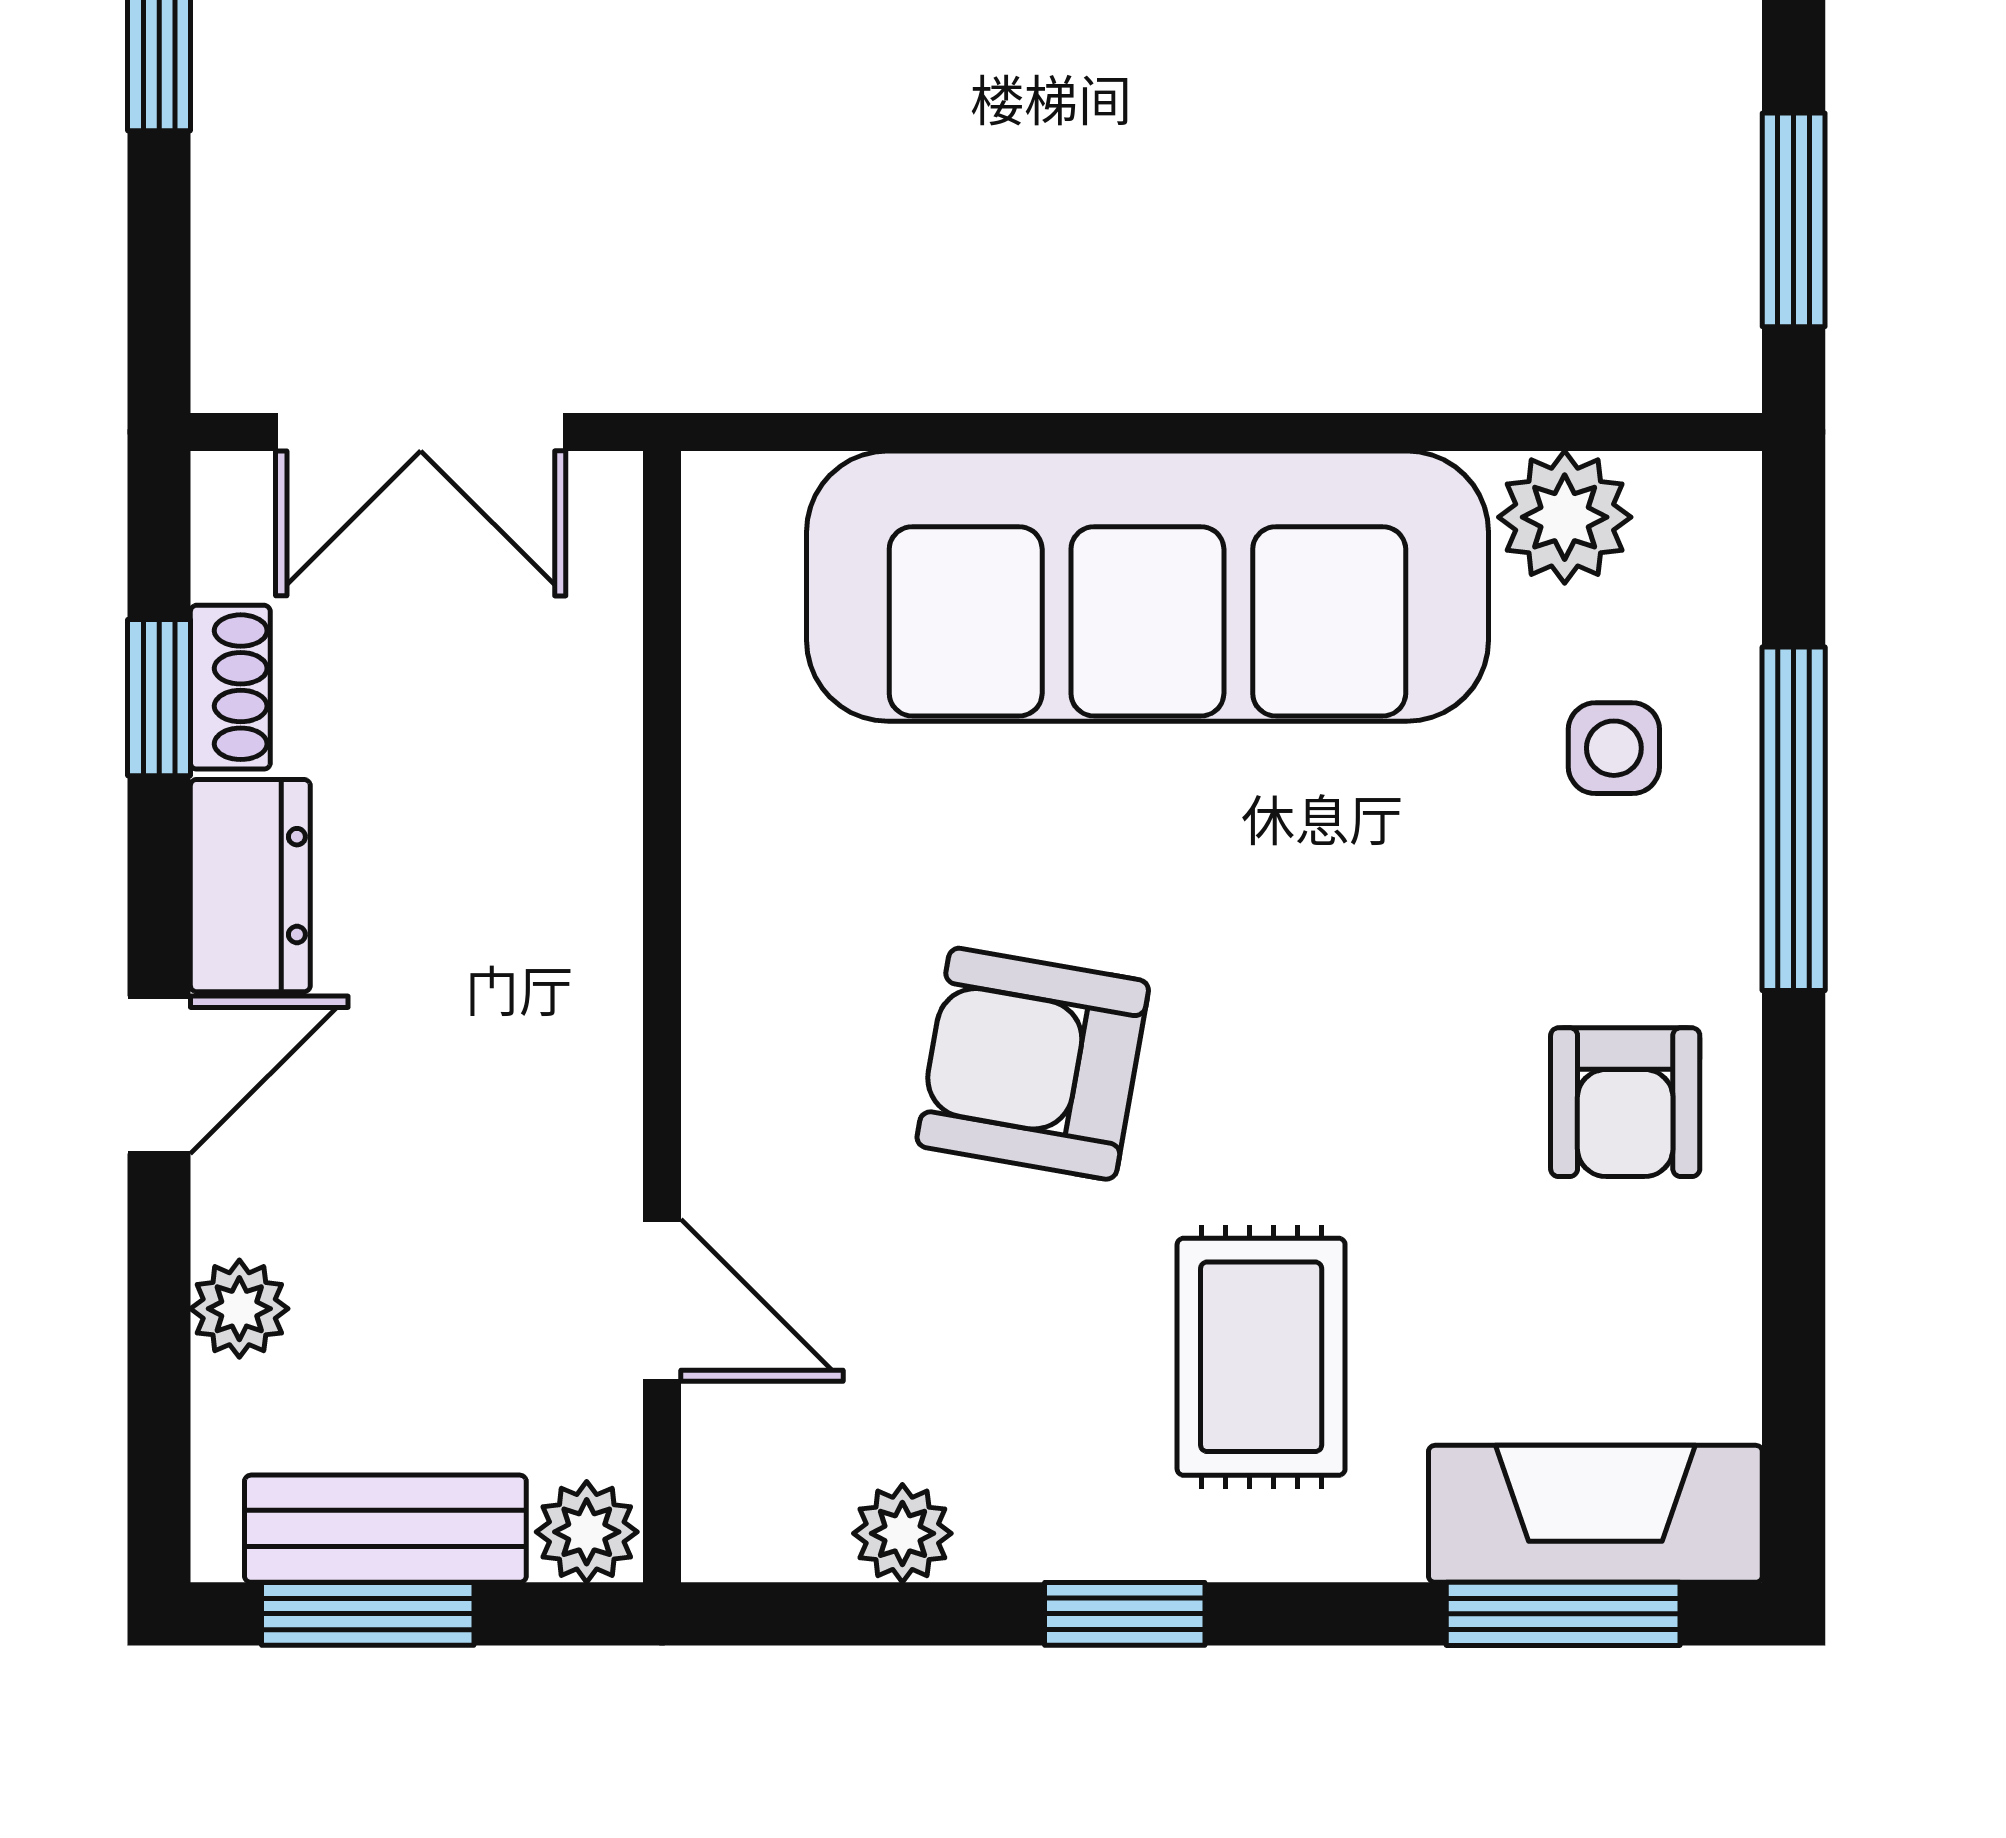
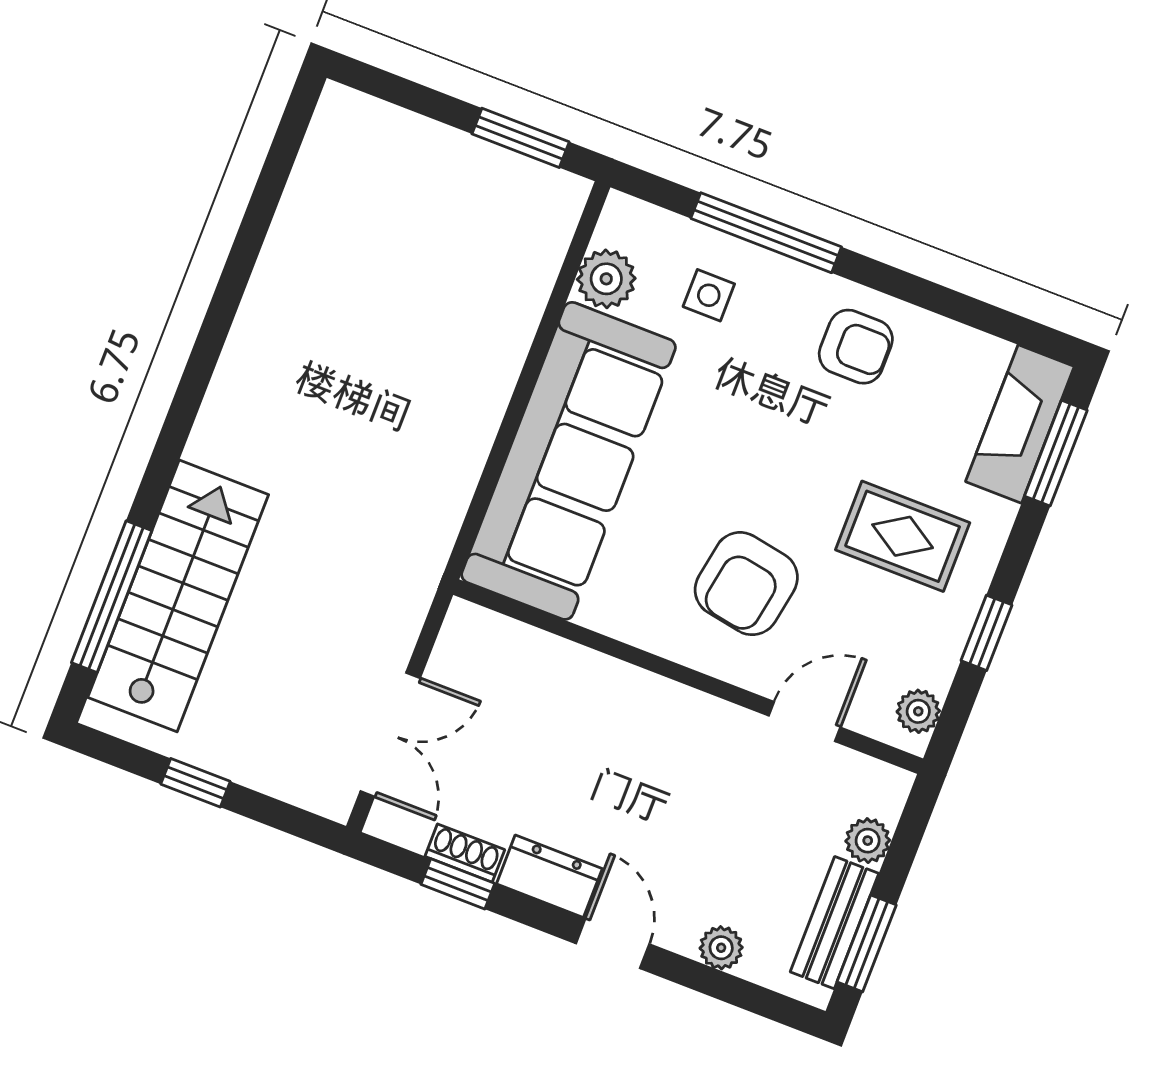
wall: (662, 1017) -> (688, 677), moved
door: (662, 1300) -> (804, 721), moved

